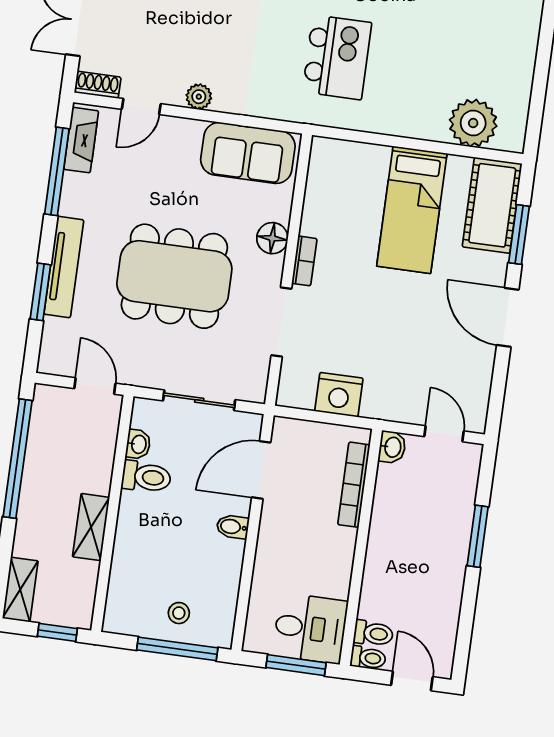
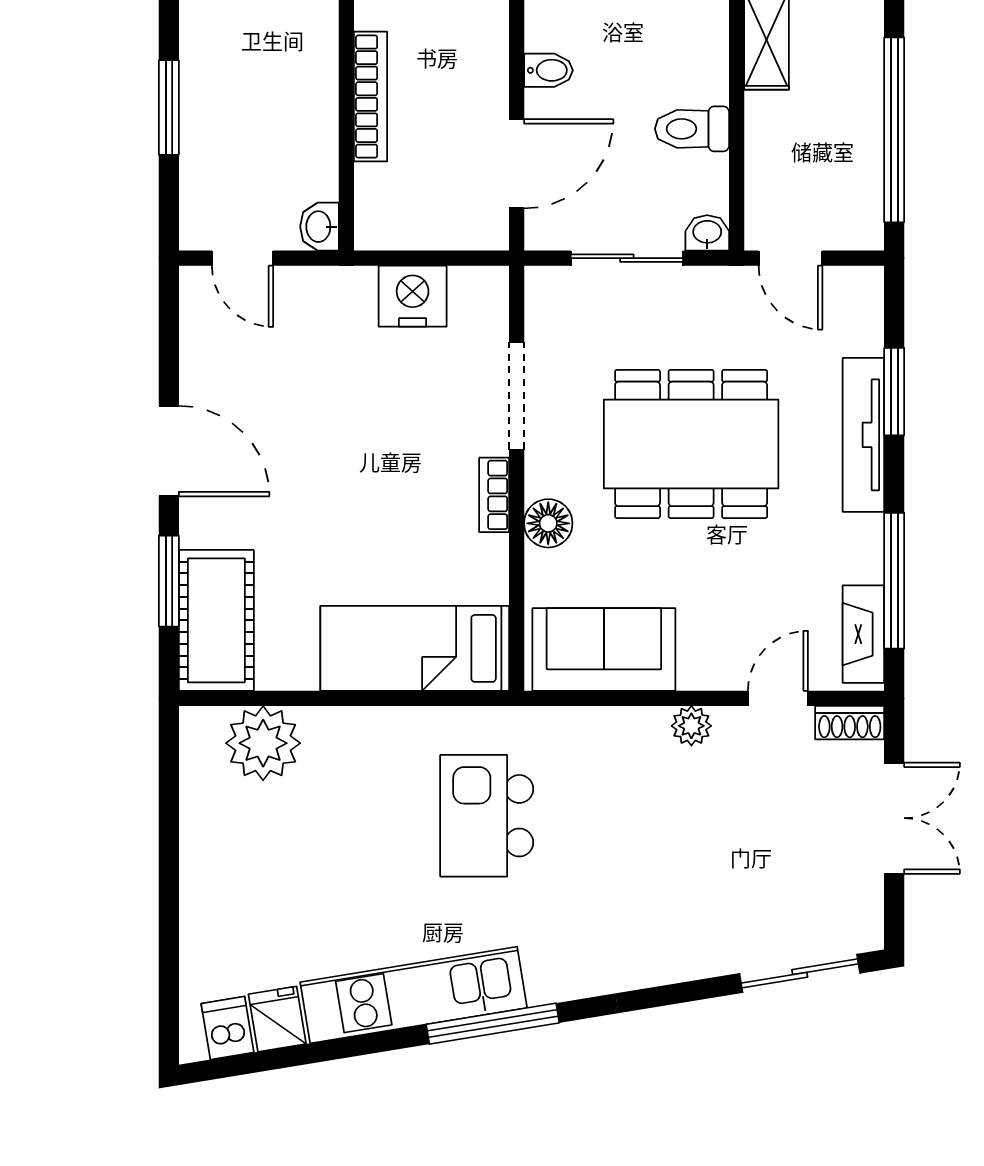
bed: (412, 210) -> (415, 648), moved, turned -90
washbasin: (138, 444) -> (707, 233), moved, turned 90
bookcase: (354, 485) -> (371, 97), moved

